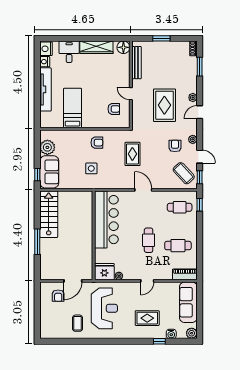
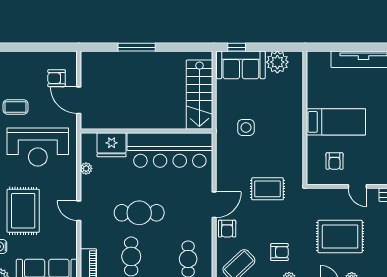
door: (131, 94) -> (357, 186), swing flipped
bed: (73, 108) -> (336, 122), moved
armchair: (97, 143) -> (227, 229), moved
stairs: (49, 214) -> (199, 95), moved, turned 90
cafe table: (149, 240) -> (139, 213), width x1.37, depth x1.35
fridge: (104, 272) -> (112, 145), moved, turned 90
rug: (147, 318) -> (23, 211), width x1.36, depth x1.43

